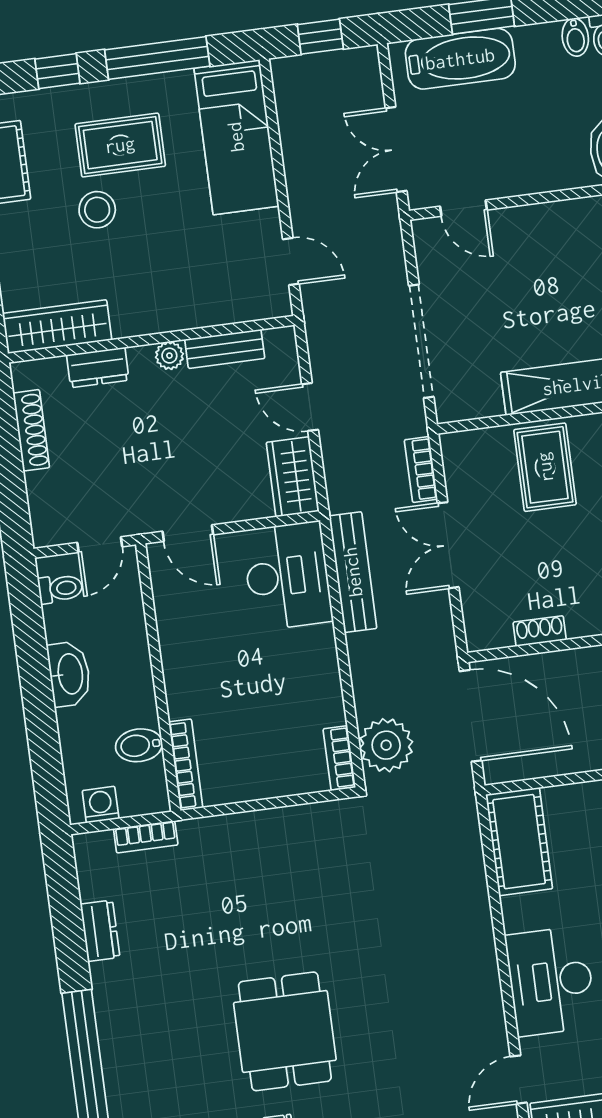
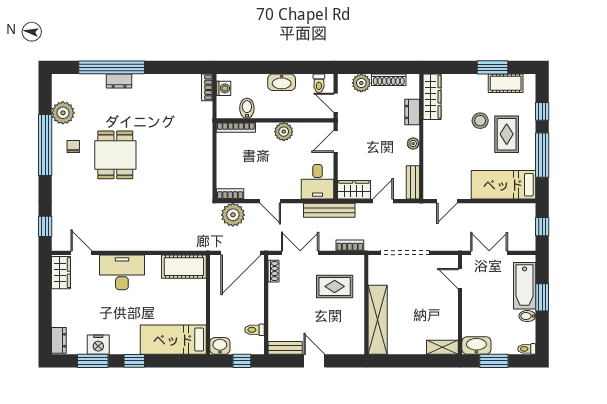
bidet: (575, 37) -> (527, 316), moved
door: (464, 208) -> (460, 279), hinge flipped
bench: (225, 349) -> (413, 182), moved
rug: (545, 467) -> (335, 286), moved
plant: (47, 492) -> (361, 83), added
double door: (448, 545) -> (300, 253), moved
bench: (353, 572) -> (329, 210), moved
desk: (287, 576) -> (318, 182), width x0.73
shoe rack: (540, 631) -> (273, 271), moved
plant: (181, 654) -> (284, 132), added
door: (344, 664) -> (270, 201), added
bookcase: (146, 837) -> (207, 87), moved
dresser: (100, 931) -> (119, 81), moved
dining table: (285, 1031) -> (115, 155), turned 90

